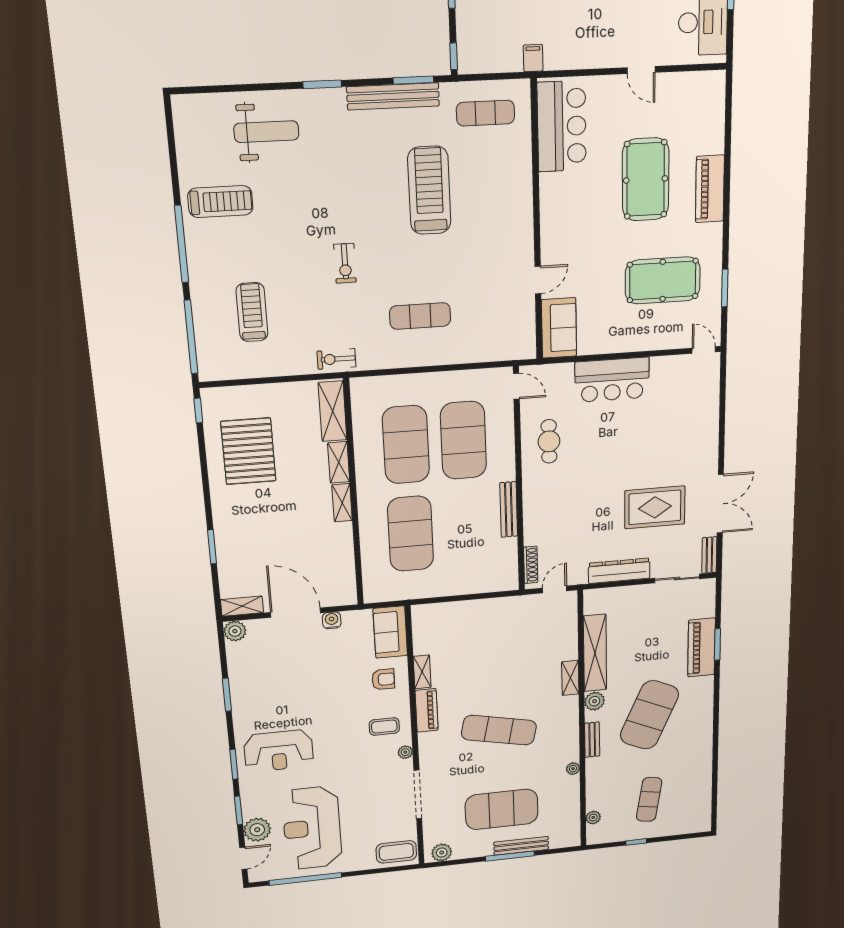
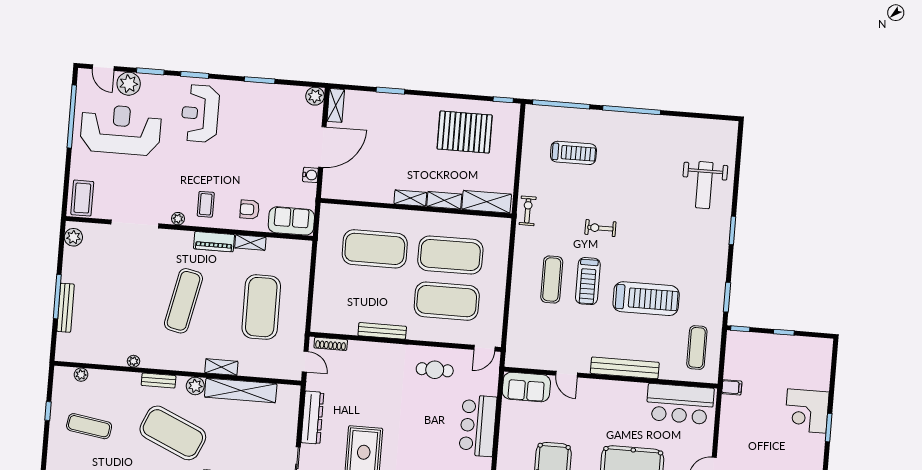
bench: (393, 96) -> (625, 368), moved, turned 90
treadmill: (220, 202) -> (588, 281), moved
armchair: (383, 679) -> (250, 209), turned 90
exercise mat: (502, 809) -> (261, 307), moved

